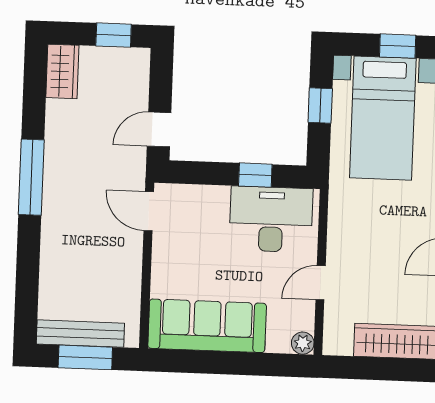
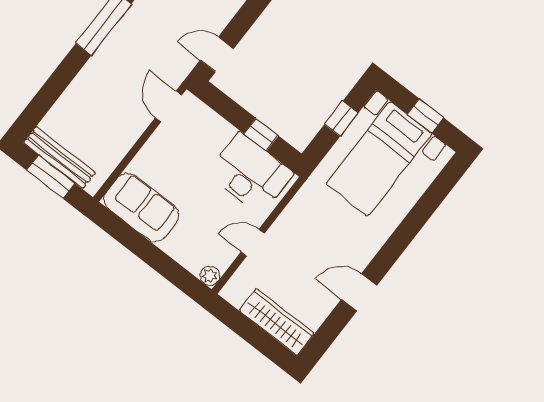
sofa: (207, 326) -> (141, 208), width x0.73

